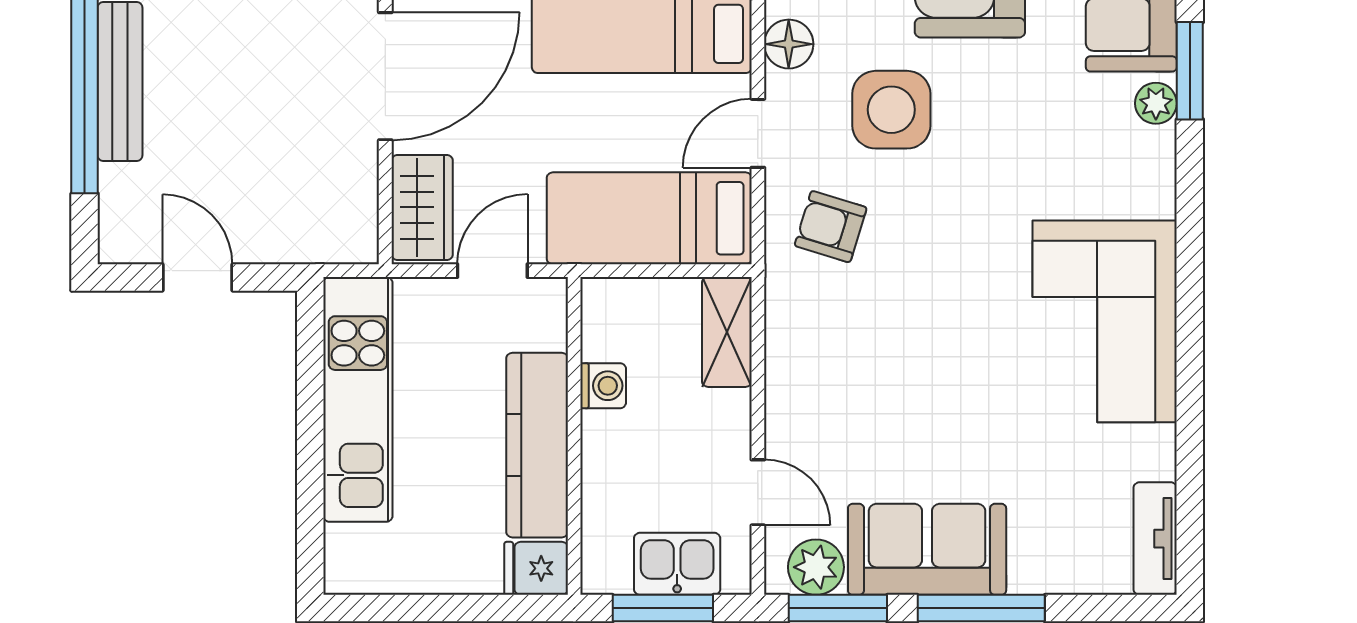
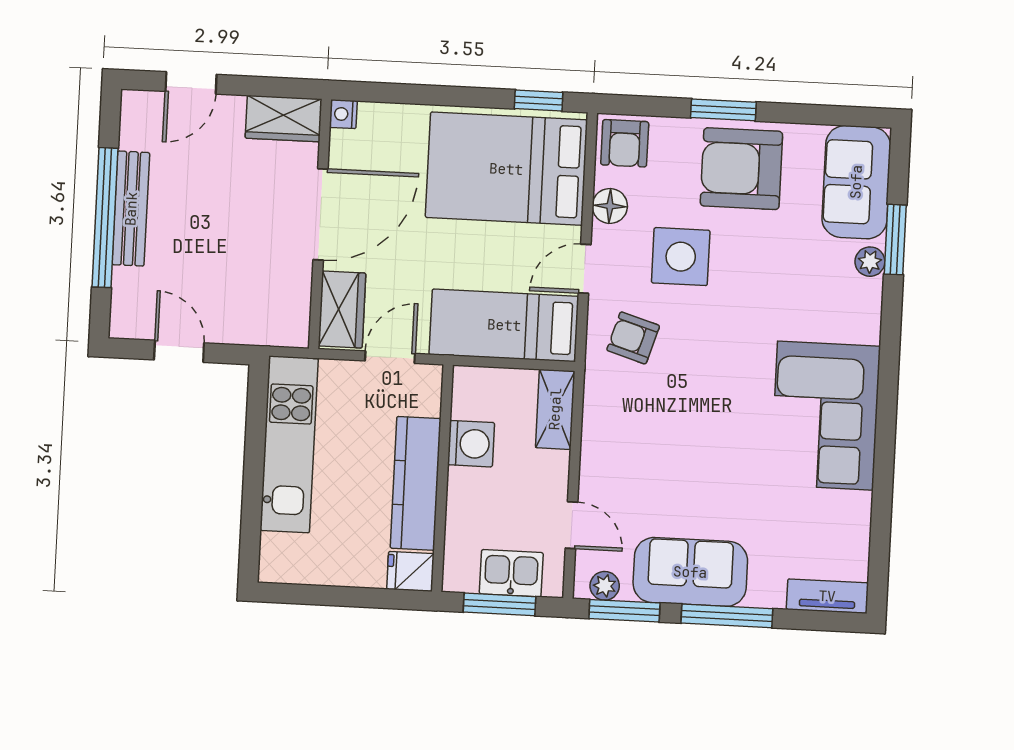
washing machine: (603, 386) -> (471, 444), width x1.38, depth x1.38
tv unit: (1155, 539) -> (827, 596), moved, turned 90
plant: (816, 567) -> (605, 586), width x0.73, depth x0.73

